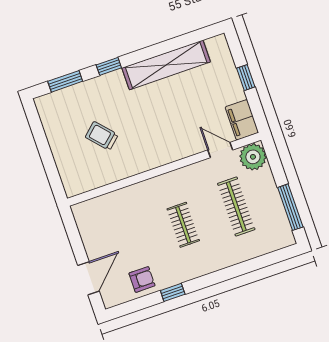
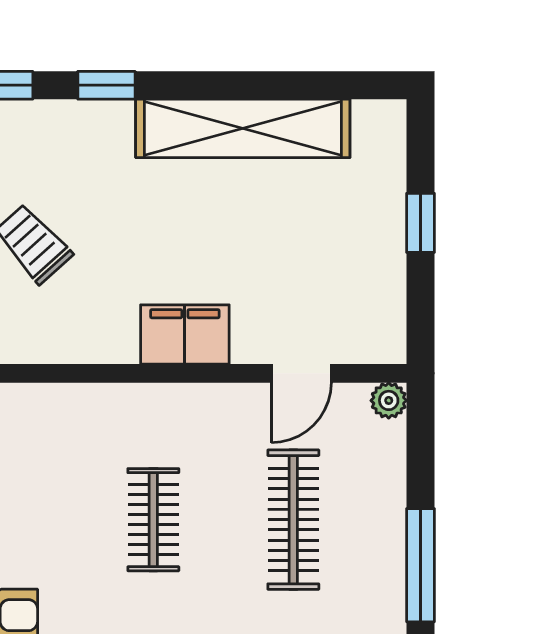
filing cabinet: (242, 120) -> (185, 334), moved, turned 90
door: (220, 150) -> (301, 373), swing flipped
plant: (253, 157) -> (389, 400), width x0.53, depth x0.53

